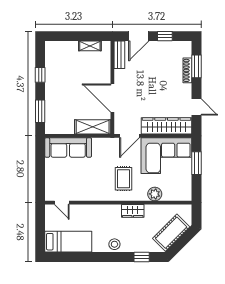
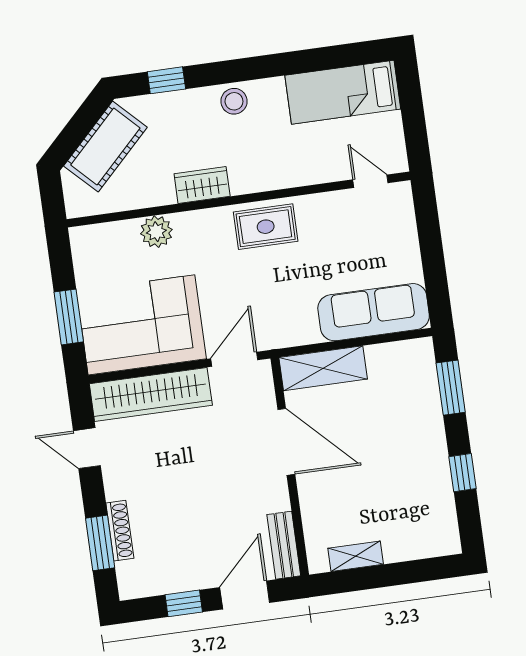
rug: (124, 179) -> (266, 227), moved, turned 90

